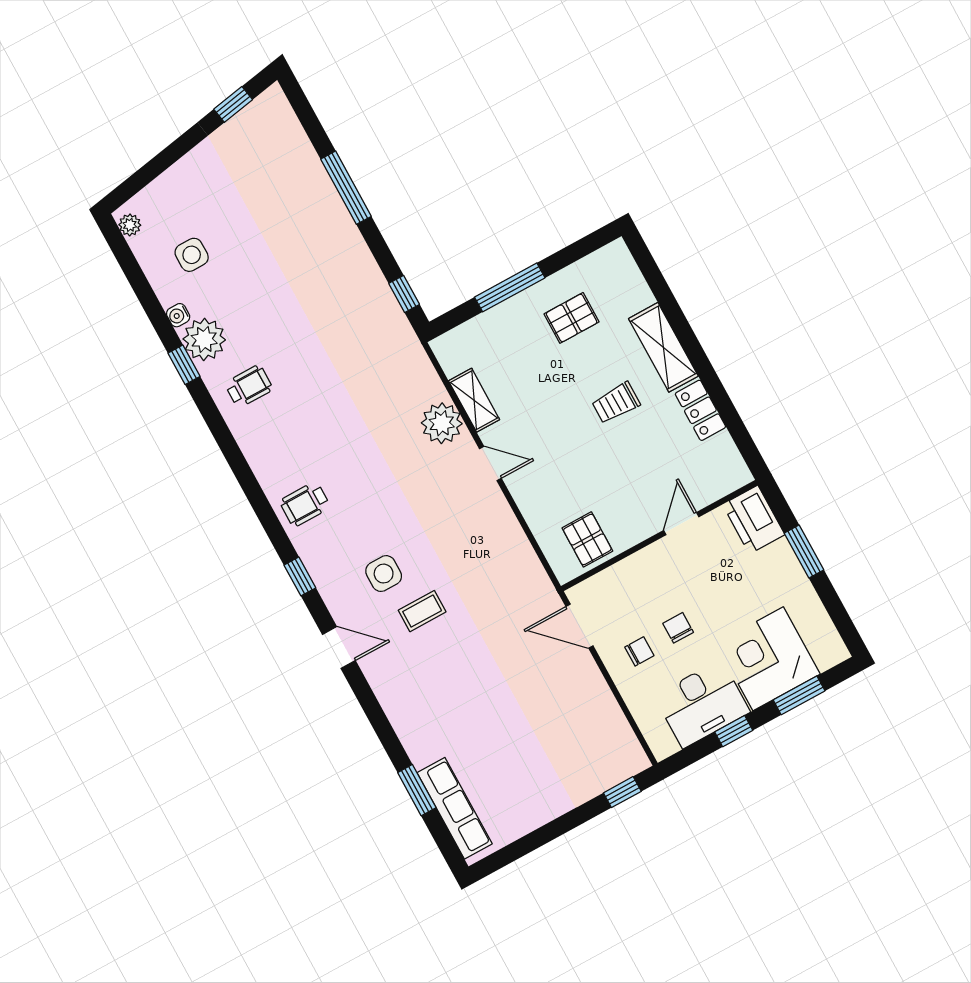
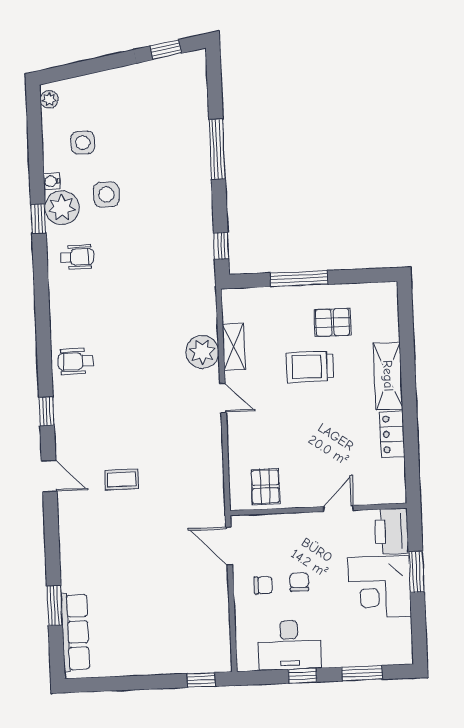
trolley: (616, 403) -> (310, 367), moved, width x1.36, depth x1.39
side table: (384, 574) -> (106, 194), moved
corner desk: (768, 659) -> (379, 587), moved, turned -90

